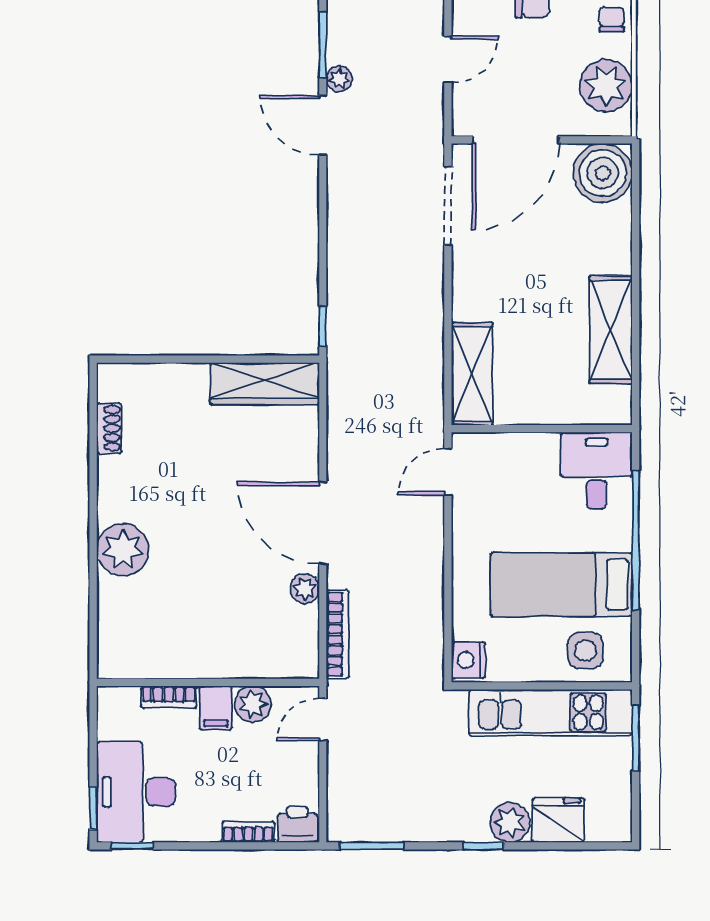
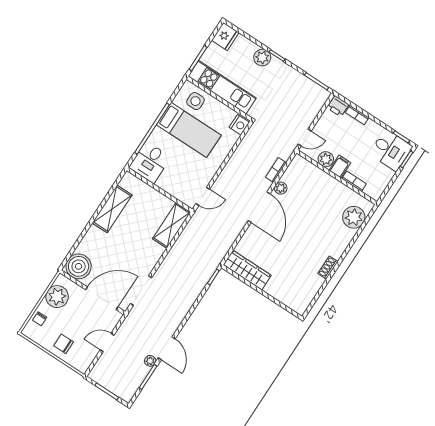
shoe rack: (109, 428) -> (328, 268), moved
plant: (123, 550) -> (354, 217), moved
bookcase: (338, 634) -> (276, 170), width x0.64
desk: (136, 792) -> (391, 150), width x0.73
fridge: (558, 820) -> (225, 36), moved, turned -90

